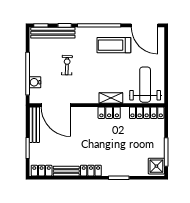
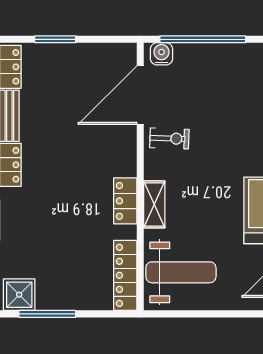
exercise bike: (67, 65) -> (169, 138), moved
water cooler: (35, 82) -> (162, 54), moved
bench: (34, 125) -> (101, 53), removed

